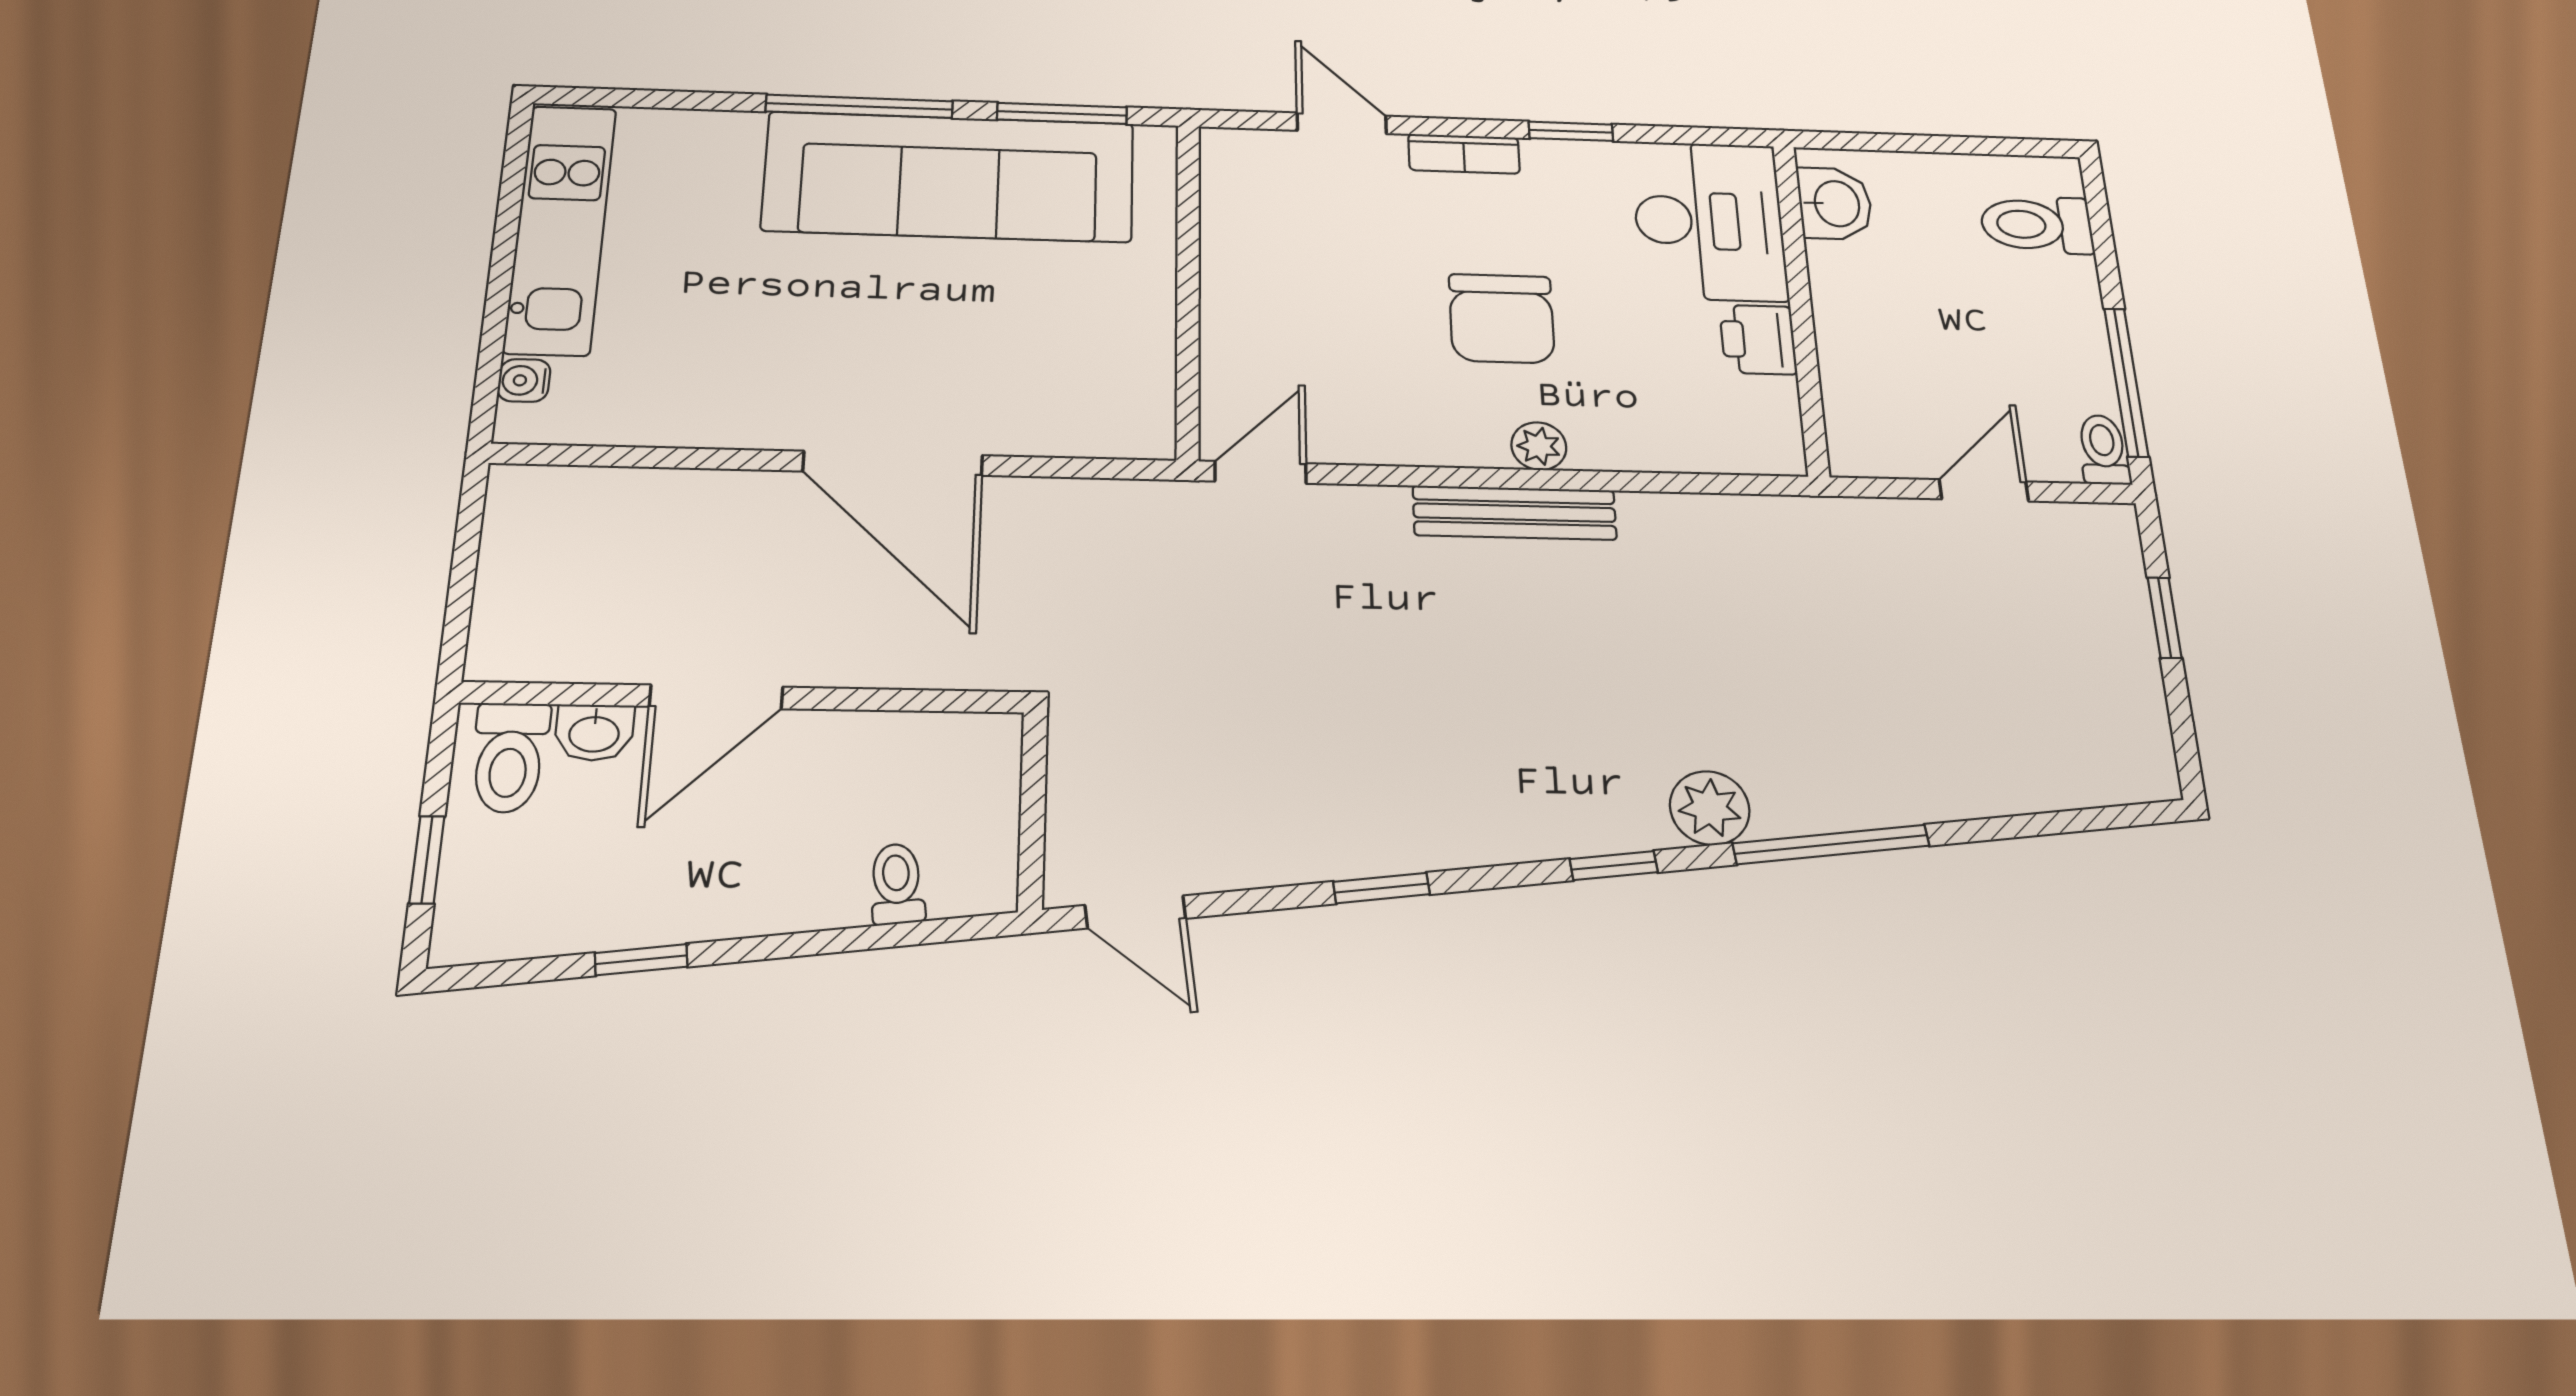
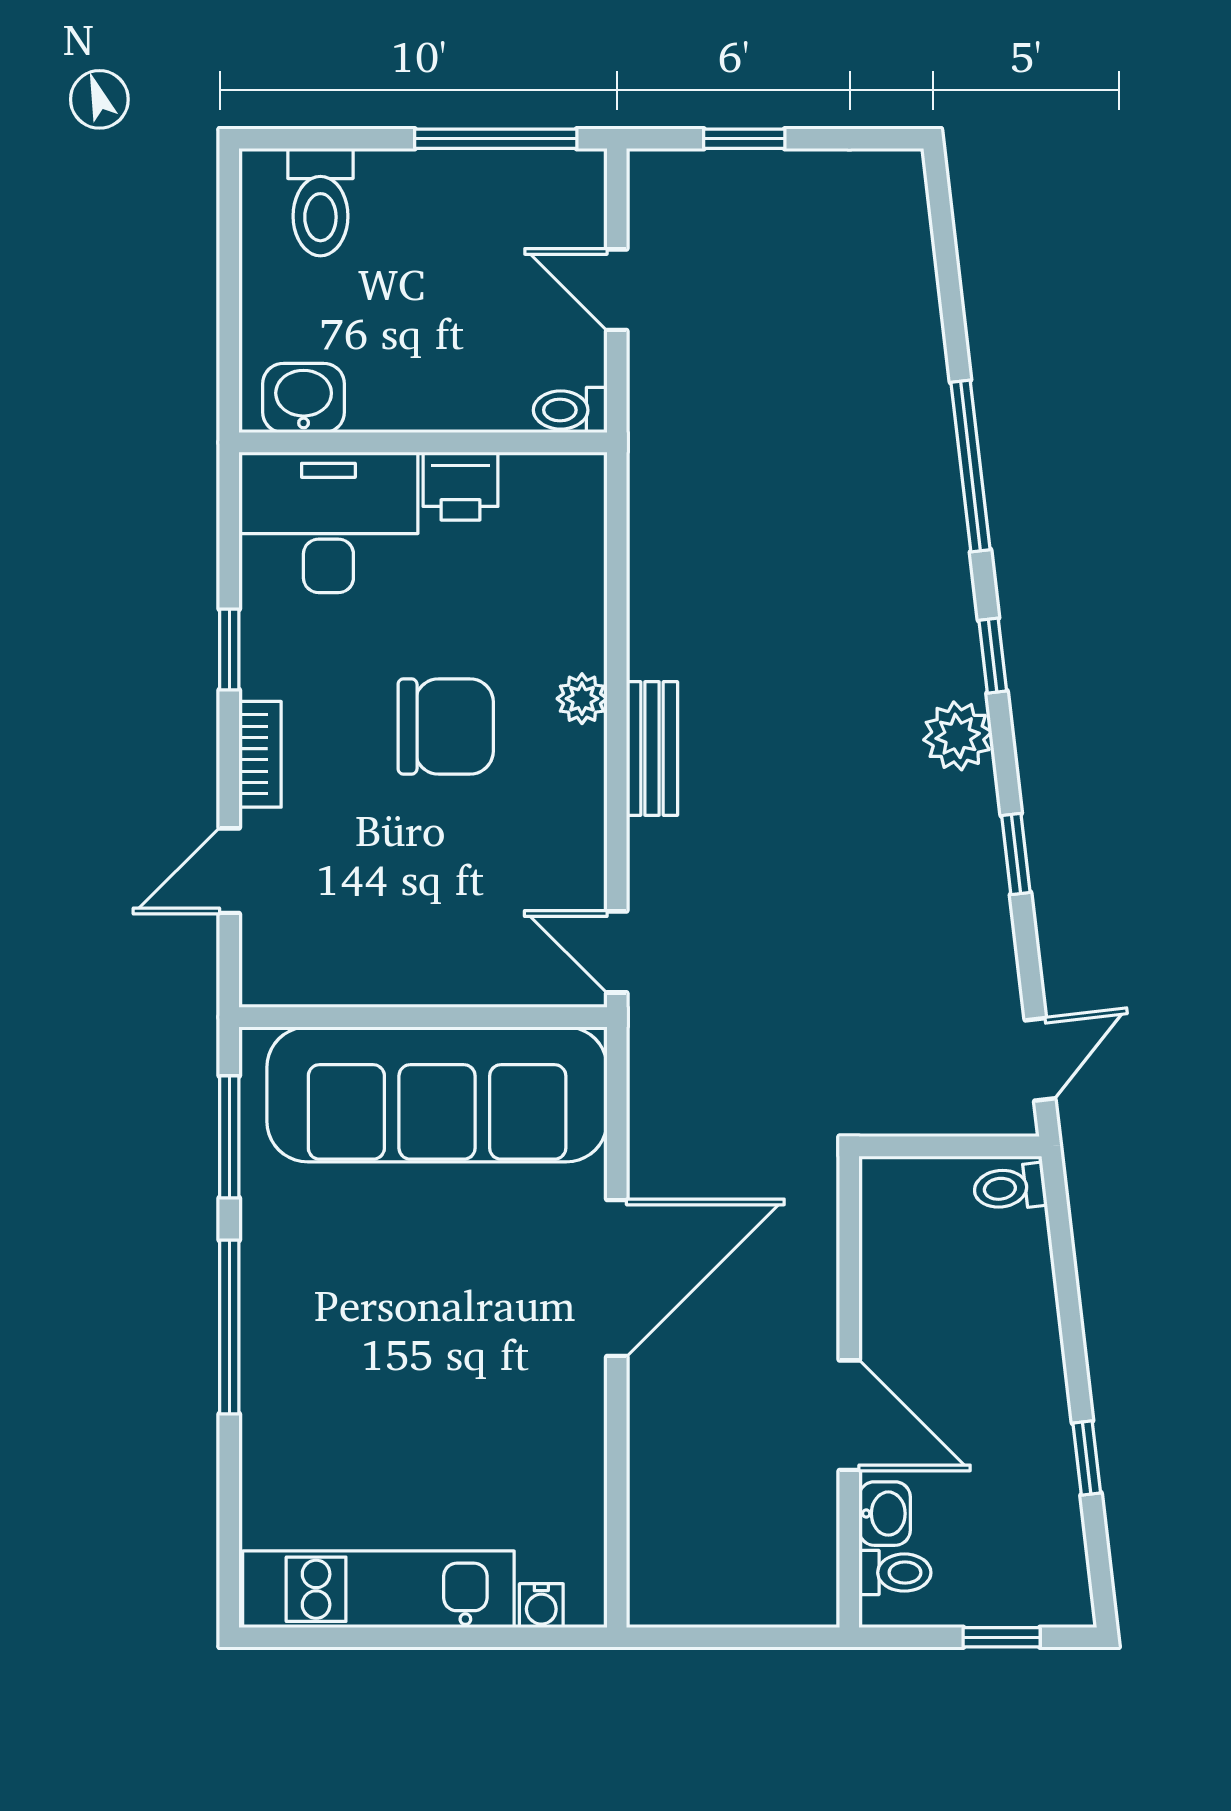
sofa: (949, 177) -> (437, 1094), moved, turned 90
toilet: (2103, 450) -> (570, 410), moved
bench: (1515, 513) -> (652, 748), width x0.73
toilet: (509, 758) -> (895, 1573), width x0.73, depth x0.72
plant: (1710, 808) -> (958, 736), moved
toilet: (897, 884) -> (1010, 1188), moved

